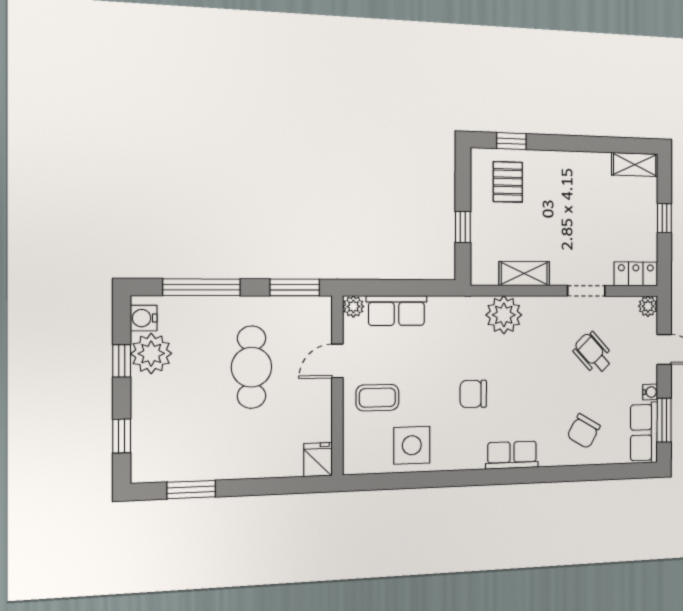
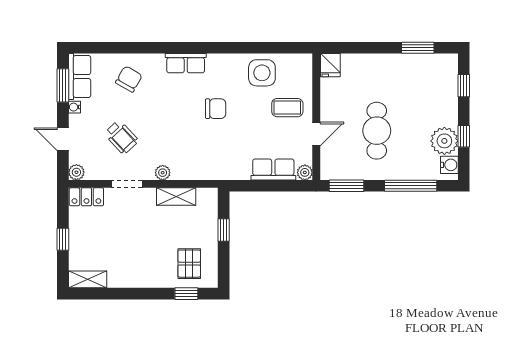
plant: (504, 315) -> (163, 173), moved, width x0.53, depth x0.53

